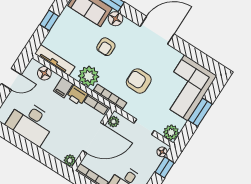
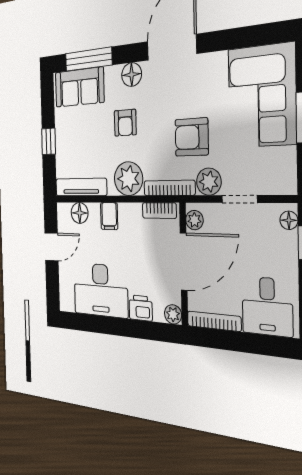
floor lamp: (115, 19) -> (132, 75), moved
printer: (77, 95) -> (141, 308), moved, turned 180
plant: (171, 133) -> (209, 182), moved

